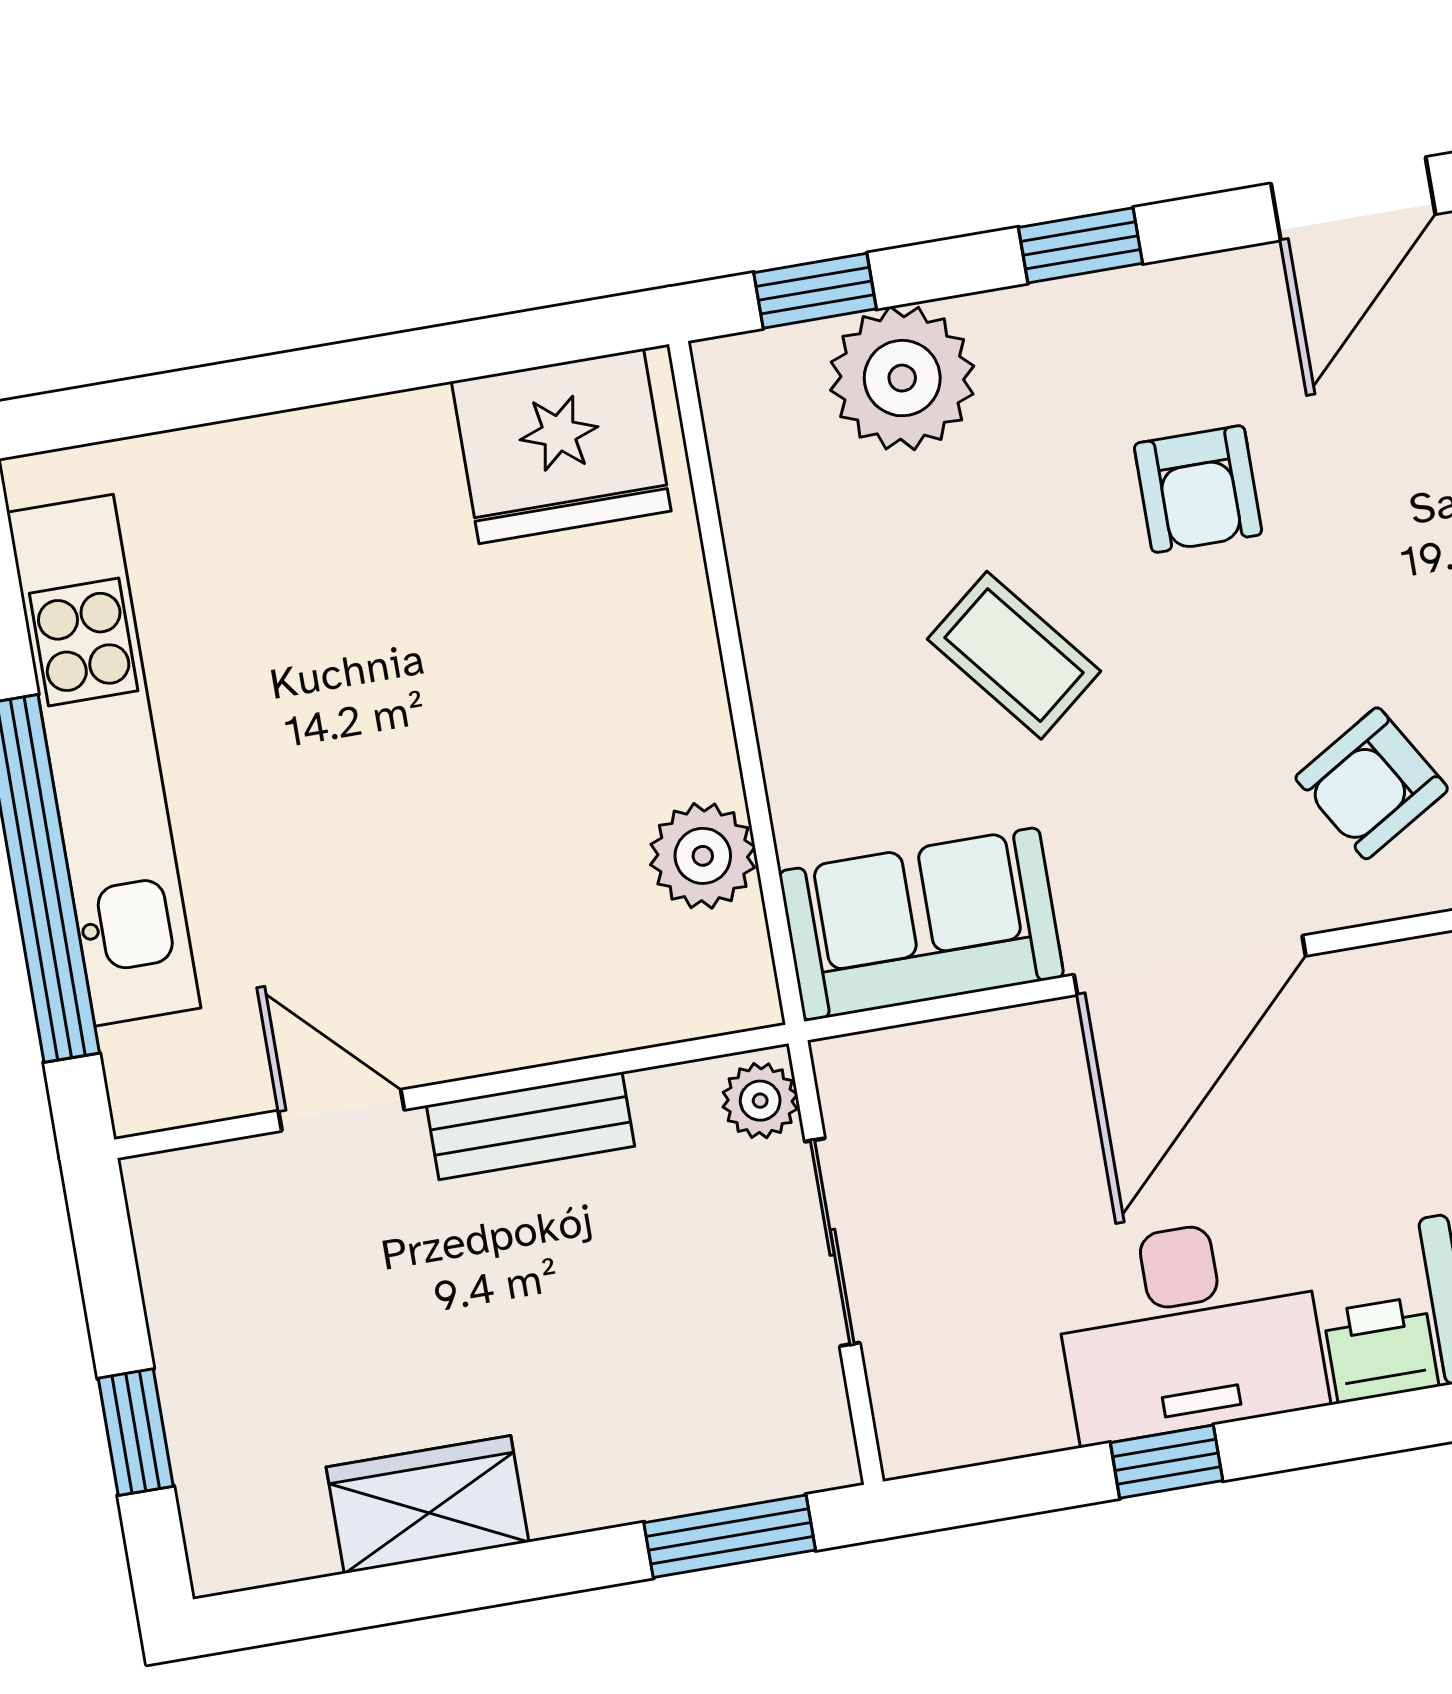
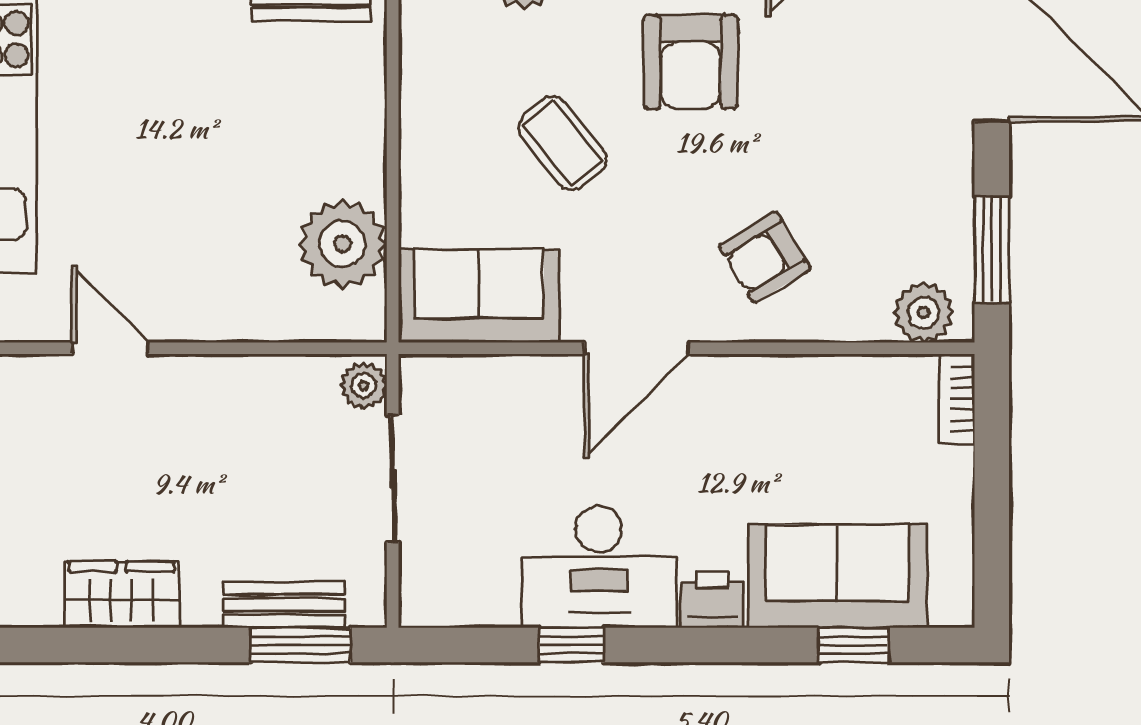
armchair: (1198, 489) -> (691, 62), width x1.38, depth x1.38
plant: (703, 856) -> (343, 244), width x1.36, depth x1.36
door: (1190, 965) -> (637, 348), width x0.73
bench: (531, 1126) -> (284, 605), moved

